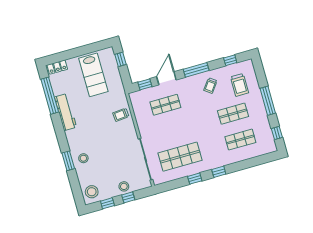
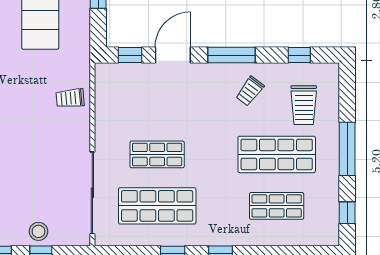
shop shelf: (165, 105) -> (157, 154), moved
shop shelf: (233, 114) -> (277, 154), width x1.43, depth x1.36

